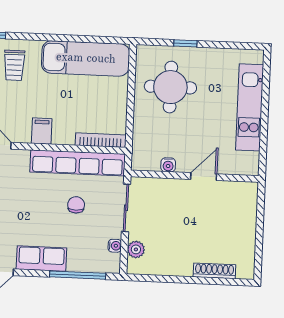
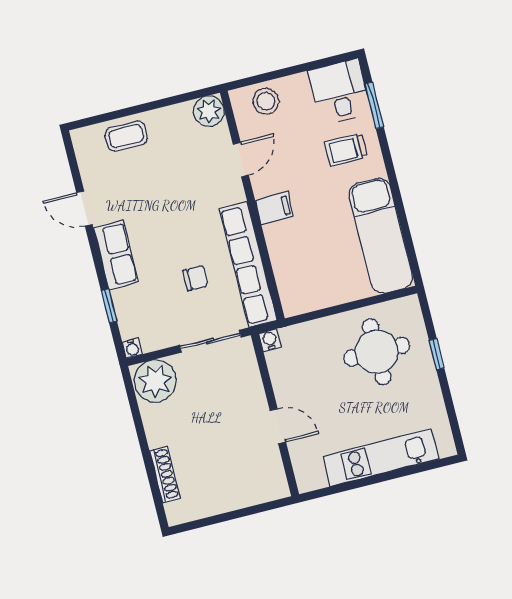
bookcase: (101, 140) -> (285, 285), removed
water cooler: (168, 165) -> (270, 340), moved, turned 90
water cooler: (115, 246) -> (132, 348), moved
plant: (136, 249) -> (155, 381), width x1.88, depth x1.88
window: (78, 275) -> (109, 306), width x0.46

